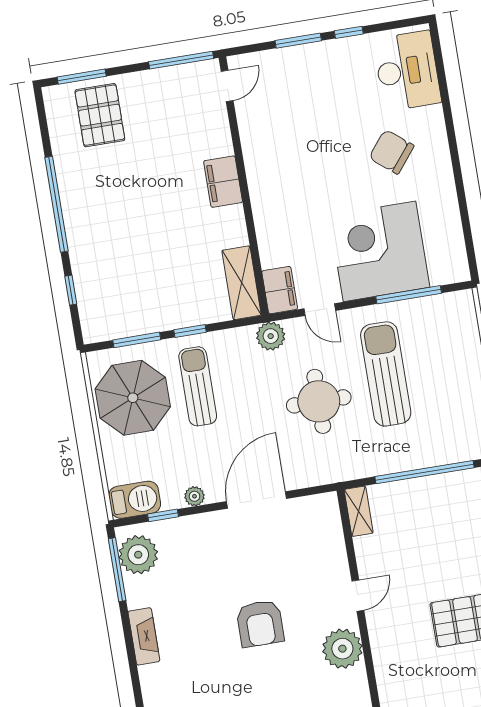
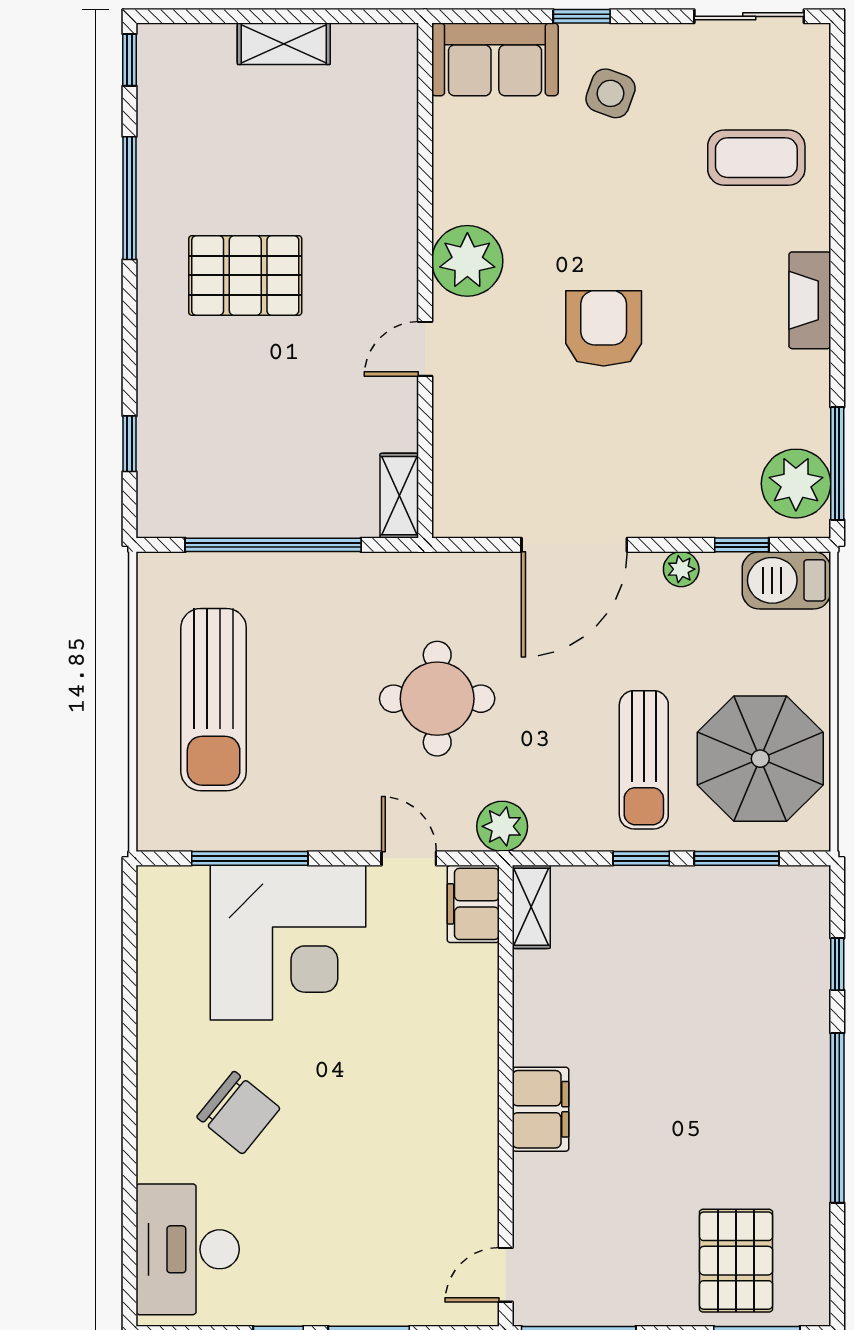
shelving: (242, 283) -> (531, 907), width x0.67, depth x0.75
sun lounger: (386, 374) -> (214, 700), moved
fireplace: (144, 636) -> (810, 300), moved

